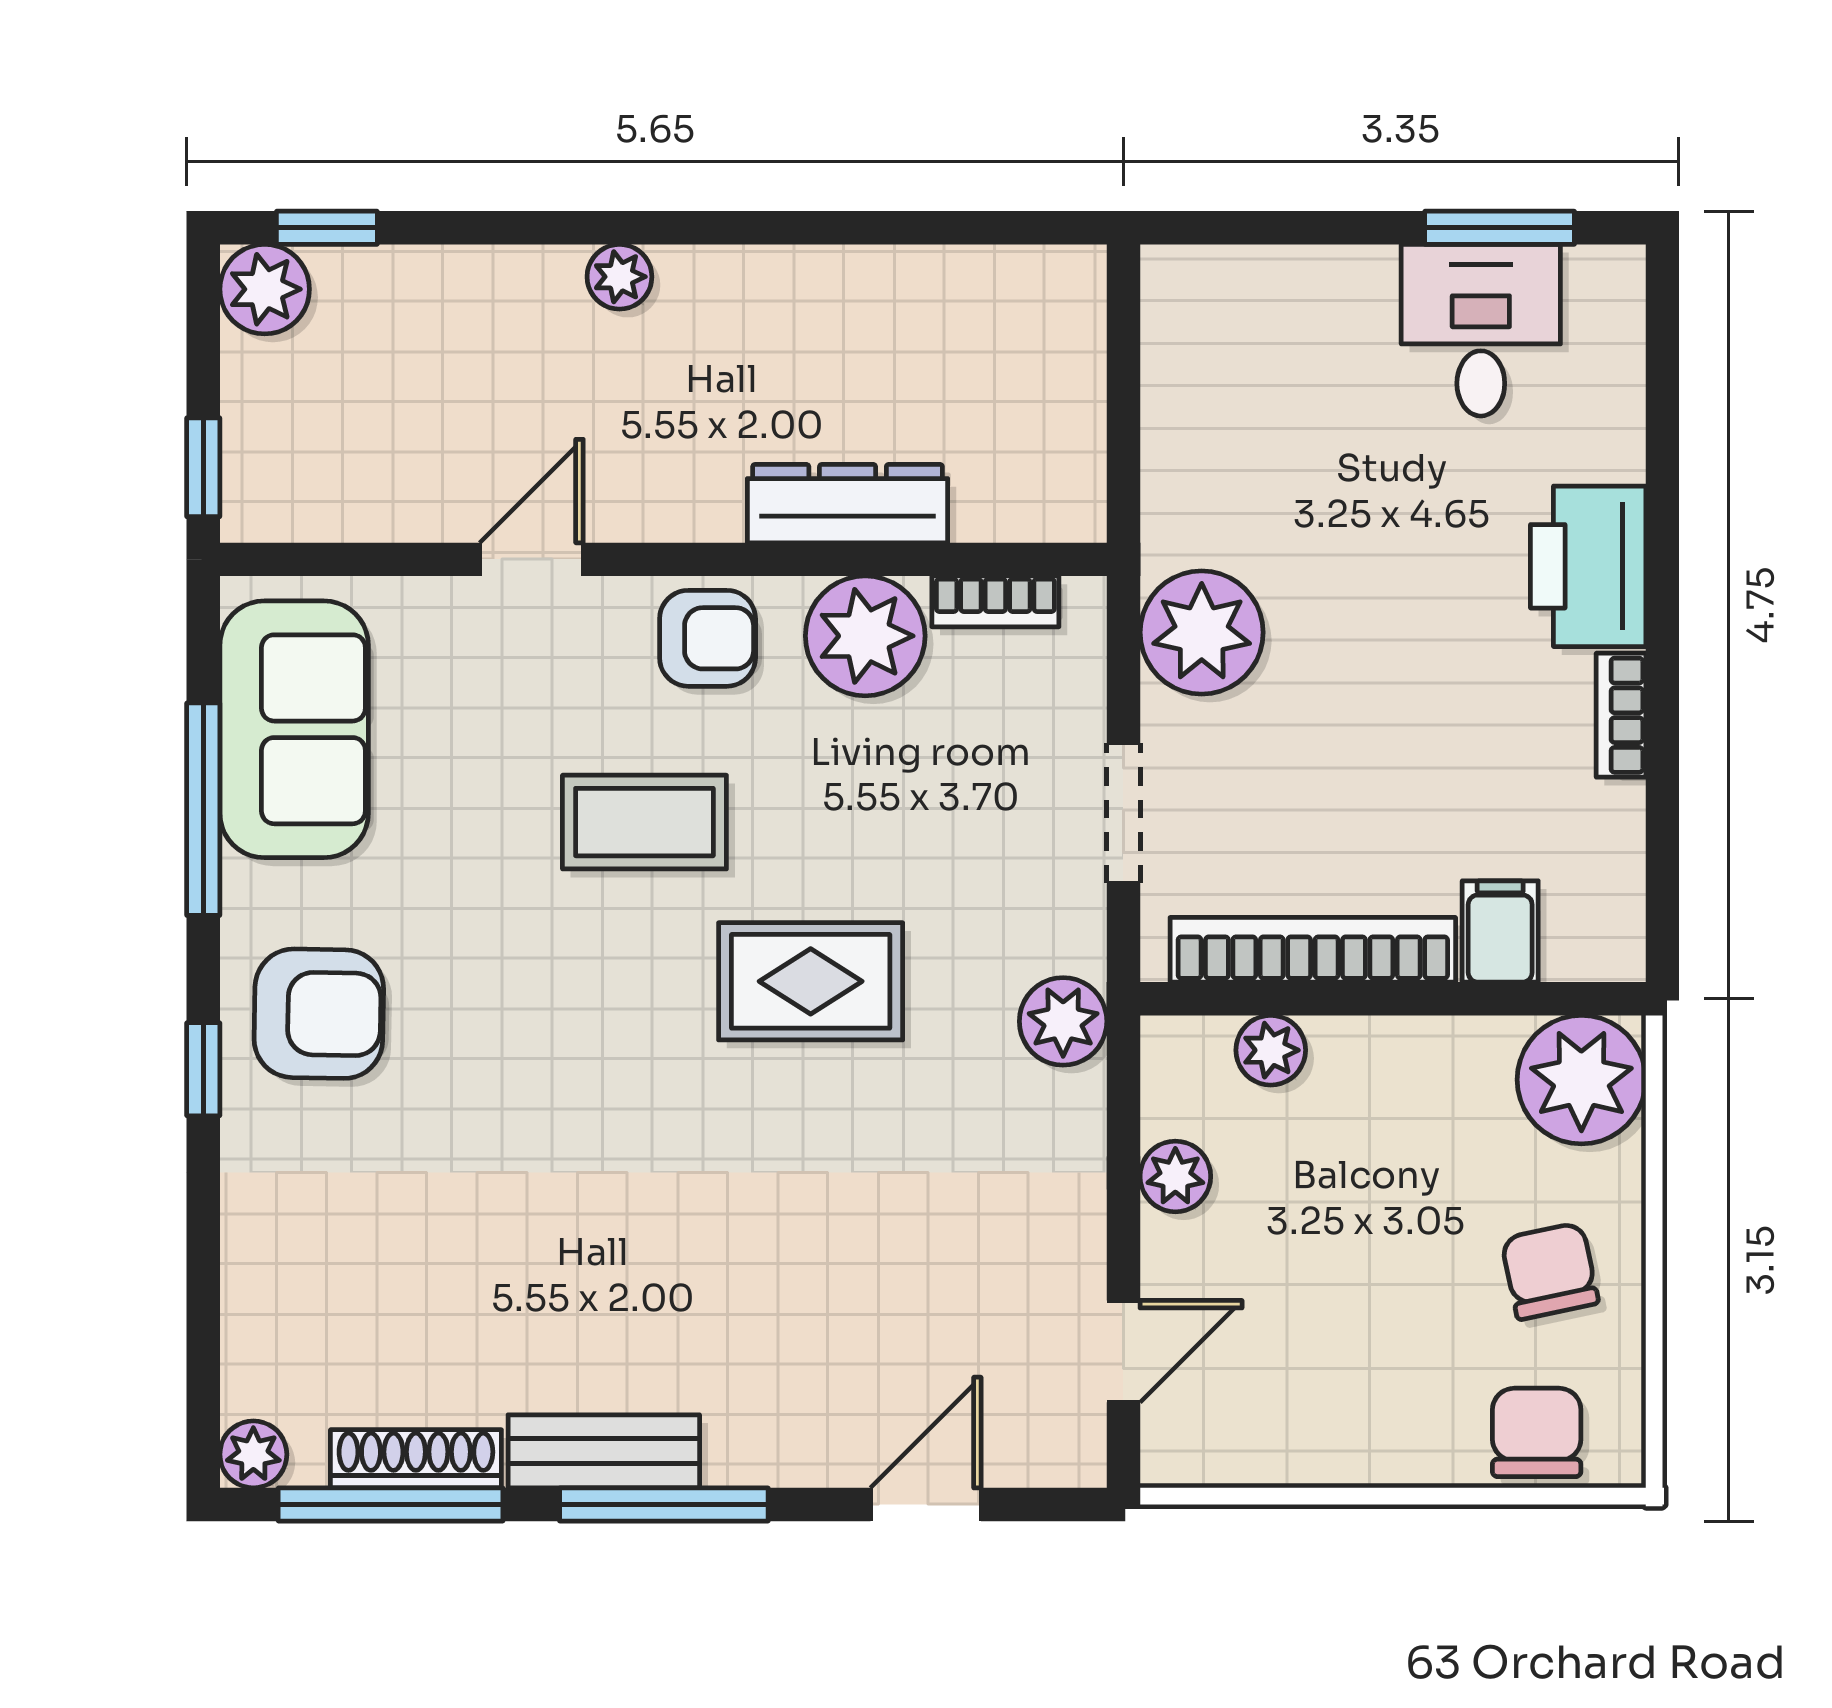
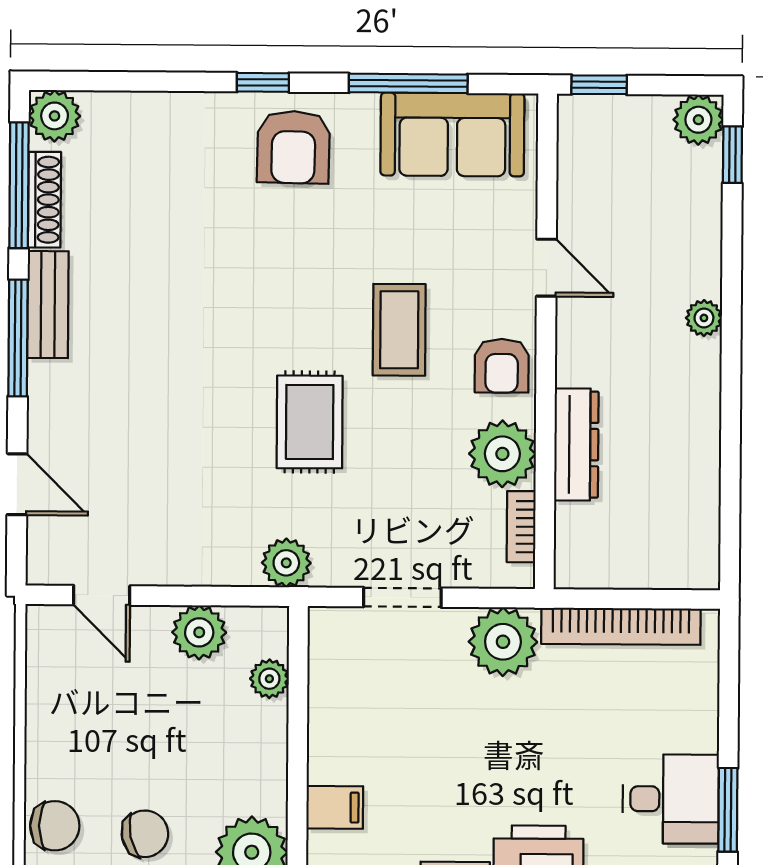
bookcase: (1313, 950) -> (621, 626), moved, turned 90
plant: (1175, 1176) -> (199, 632), width x1.38, depth x1.38
plant: (253, 1454) -> (55, 116), width x1.38, depth x1.38

